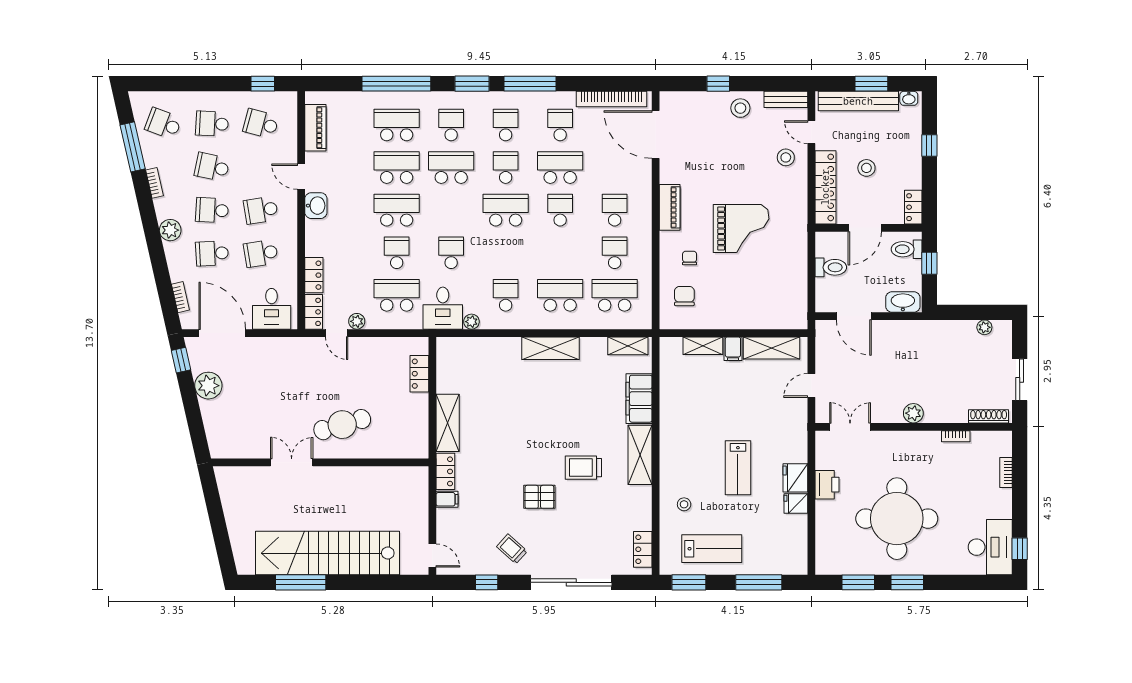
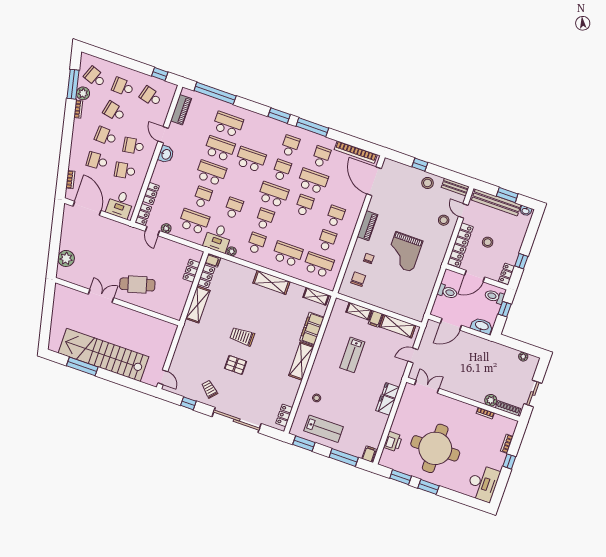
window: (396, 84) -> (215, 93), moved
school desk: (451, 125) -> (265, 219), moved
window: (929, 146) -> (521, 261), moved
grand piano: (741, 229) -> (404, 252), turned 90
plant: (170, 230) -> (83, 93), moved
door: (854, 316) -> (451, 324), hinge flipped
window: (181, 360) -> (58, 216), removed
plant: (208, 386) -> (66, 258), moved
plant: (913, 413) -> (491, 400), moved
trolley: (583, 468) -> (242, 336), moved
lab bench: (738, 468) -> (352, 355), moved
locker: (445, 471) -> (206, 276), moved
printer: (827, 485) -> (393, 442), moved
filing cabinet: (447, 499) -> (213, 261), moved
fridge: (796, 503) -> (391, 390), moved
window: (1020, 549) -> (509, 461), moved
filing cabinet: (796, 563) -> (369, 454), added

